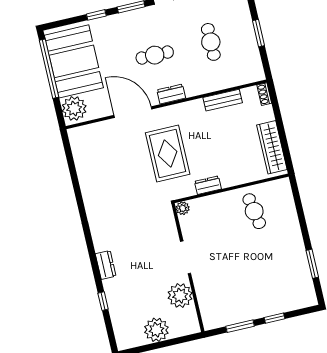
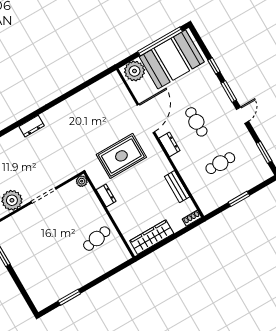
dresser: (106, 265) -> (32, 126), moved
window: (275, 318) -> (17, 281), removed

